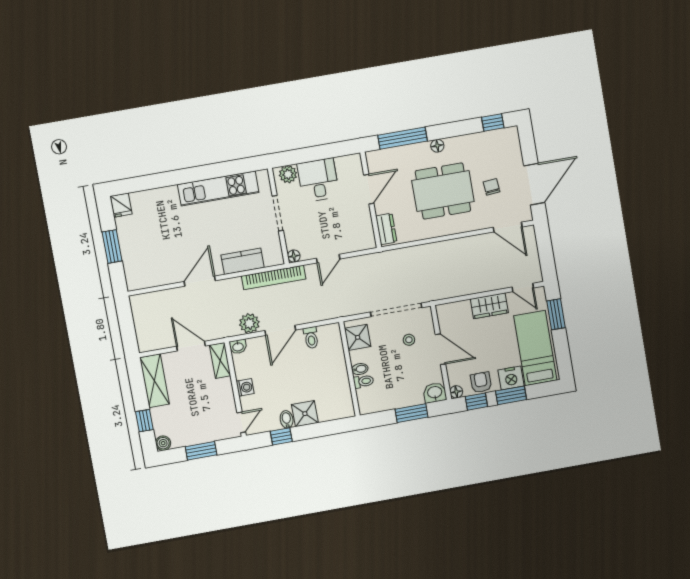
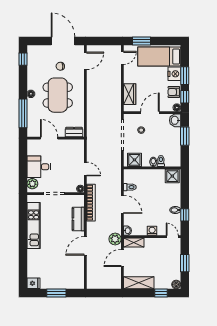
door: (200, 281) -> (85, 246), hinge flipped
wardrobe: (489, 306) -> (130, 94), moved
plant: (249, 323) -> (115, 239), moved
shower: (305, 414) -> (172, 176), moved

